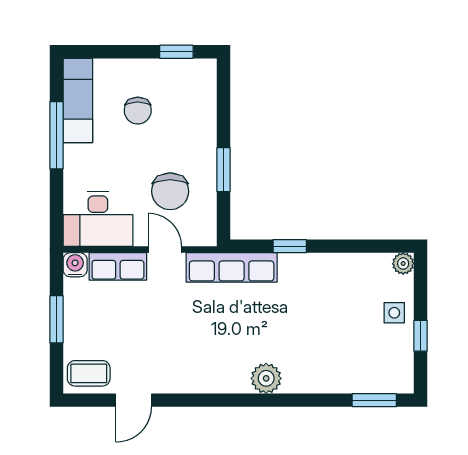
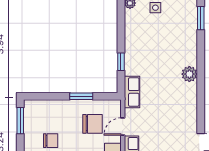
window: (176, 52) -> (20, 121), width x1.50
row of seats: (232, 267) -> (132, 92), width x0.68

